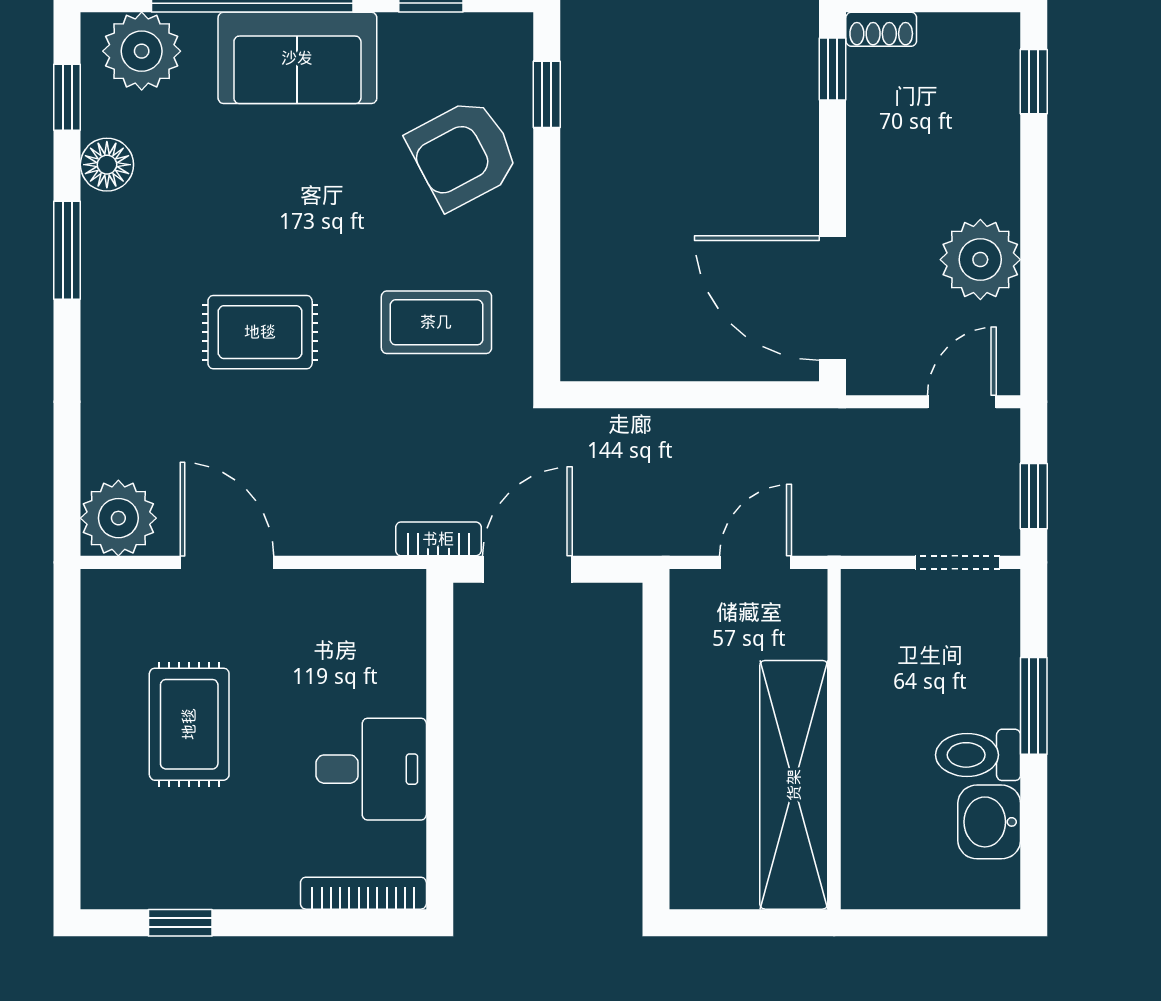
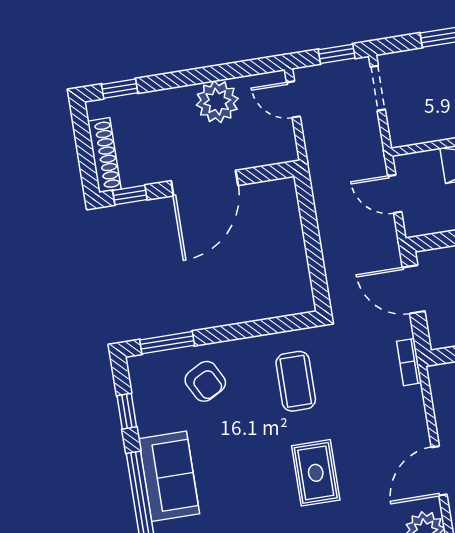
shoe rack: (881, 29) -> (104, 155), width x1.94, depth x1.24
window: (547, 94) -> (167, 343), width x1.50
armchair: (463, 154) -> (205, 381), width x0.72, depth x0.72
door: (833, 298) -> (205, 183), moved
door: (527, 569) -> (414, 289), moved

